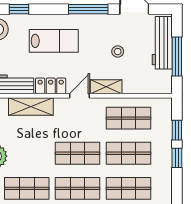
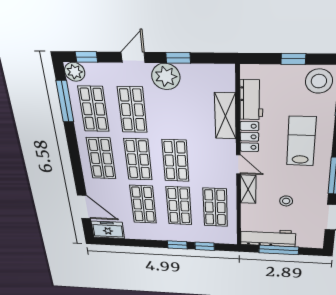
lab bench: (54, 41) -> (301, 141), turned 180
workbench: (162, 43) -> (268, 238), moved

